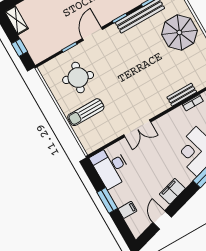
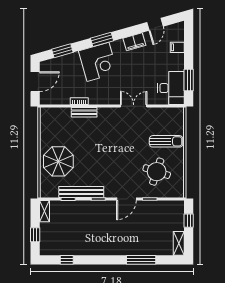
window: (107, 200) -> (189, 80), moved

